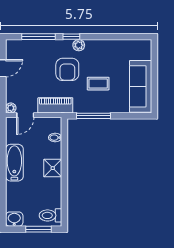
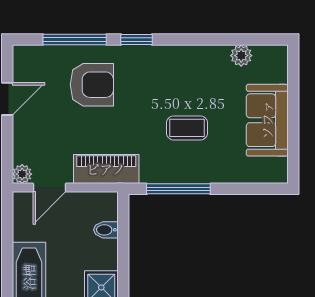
plant: (79, 45) -> (241, 56), moved
armchair: (67, 69) -> (92, 85), moved, turned -90
sofa: (141, 86) -> (267, 120), width x0.73

